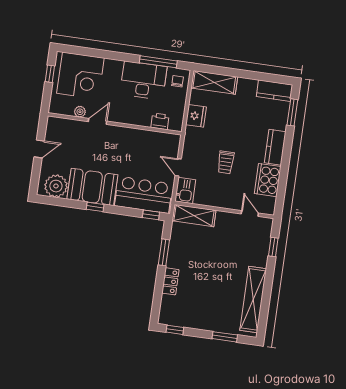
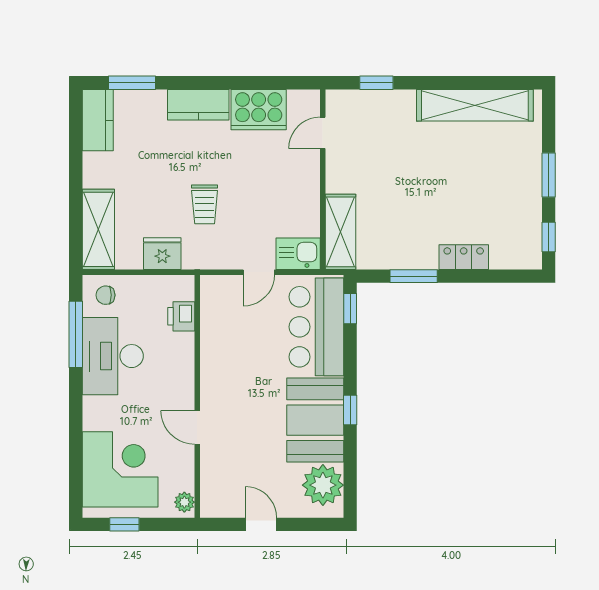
plant: (80, 112) -> (184, 502), moved
trolley: (226, 162) -> (205, 204), moved, turned 90
window: (225, 337) -> (549, 175), moved

